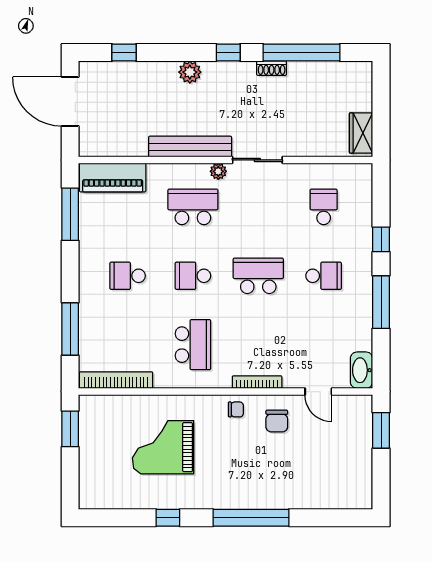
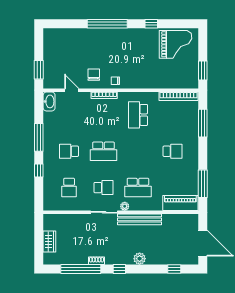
wardrobe: (361, 133) -> (49, 242), moved
school desk: (193, 276) -> (104, 188), moved
grand piano: (163, 447) -> (176, 44), moved

